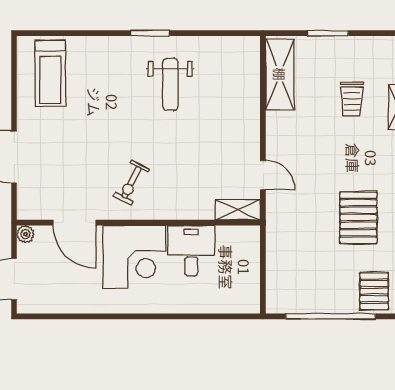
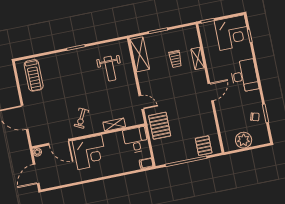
weight bench: (170, 84) -> (110, 69), moved
shelving: (238, 210) -> (114, 125), moved
pallet: (358, 218) -> (160, 126), moved
desk: (191, 251) -> (136, 140), moved
filing cabinet: (247, 304) -> (146, 163), added

